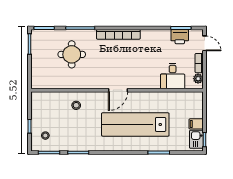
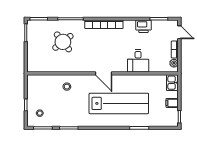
printer: (180, 37) -> (144, 26), moved
round table: (72, 54) -> (63, 42), turned -38
desk: (173, 76) -> (138, 61), moved
door: (118, 90) -> (104, 73), hinge flipped
lab bench: (135, 124) -> (119, 103), turned 180
kitchen sink: (196, 139) -> (172, 83), moved

